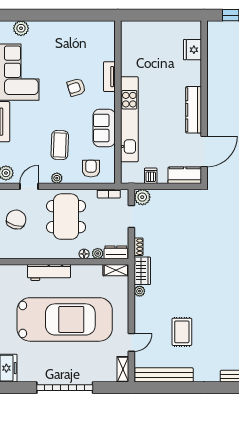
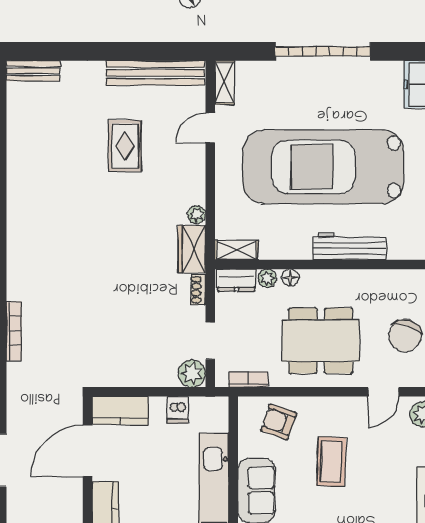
armchair: (91, 169) -> (279, 422), turned 109
plant: (57, 178) -> (336, 406), removed
dining table: (66, 217) -> (321, 341), turned 90

